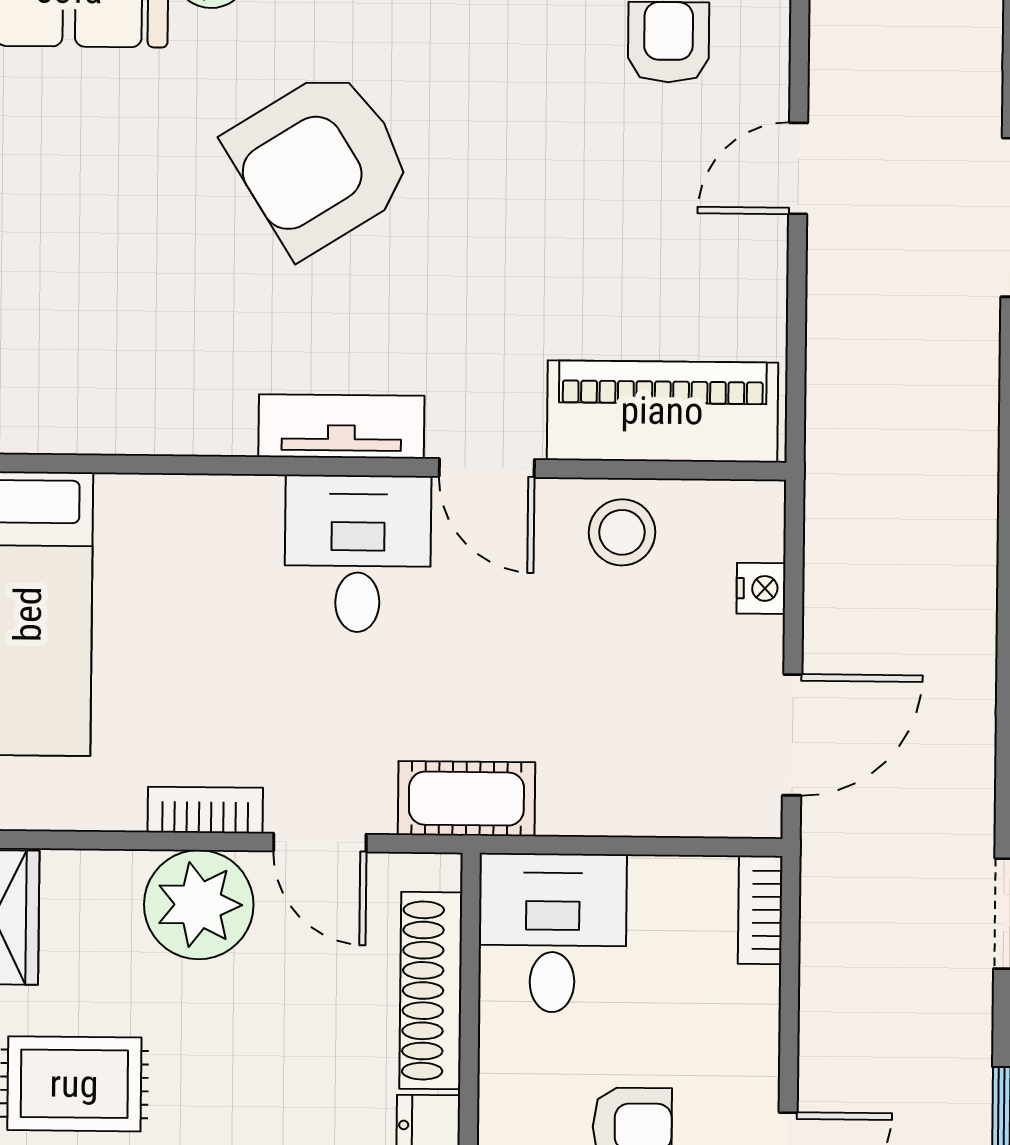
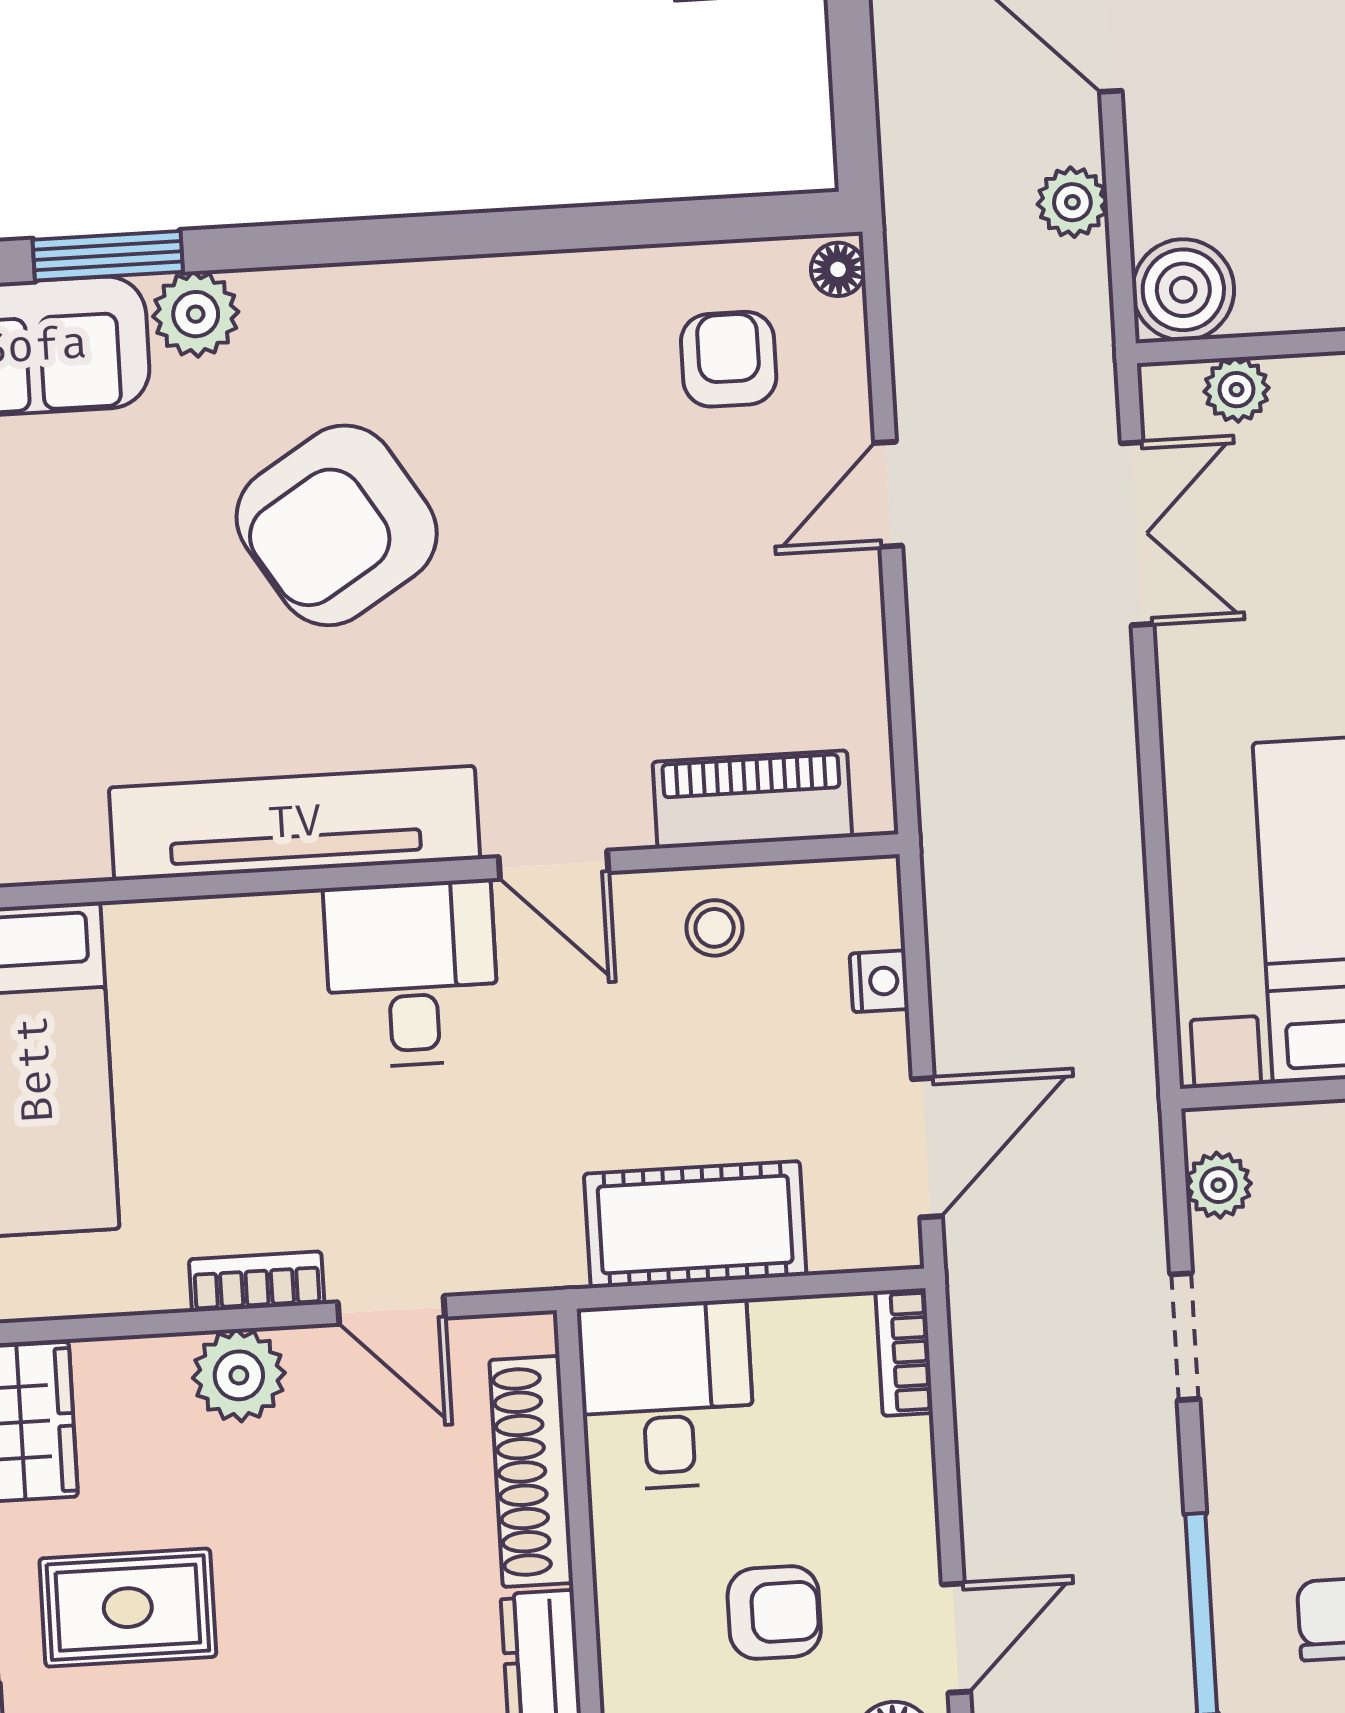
piano: (662, 411) -> (752, 799), width x0.73, depth x0.75
tv unit: (341, 426) -> (295, 823), width x1.92, depth x1.29
stool: (622, 532) -> (715, 928), width x0.73, depth x0.73
cot: (466, 799) -> (695, 1224), moved, width x1.37, depth x1.34
plant: (199, 905) -> (239, 1375), width x0.73, depth x0.73

